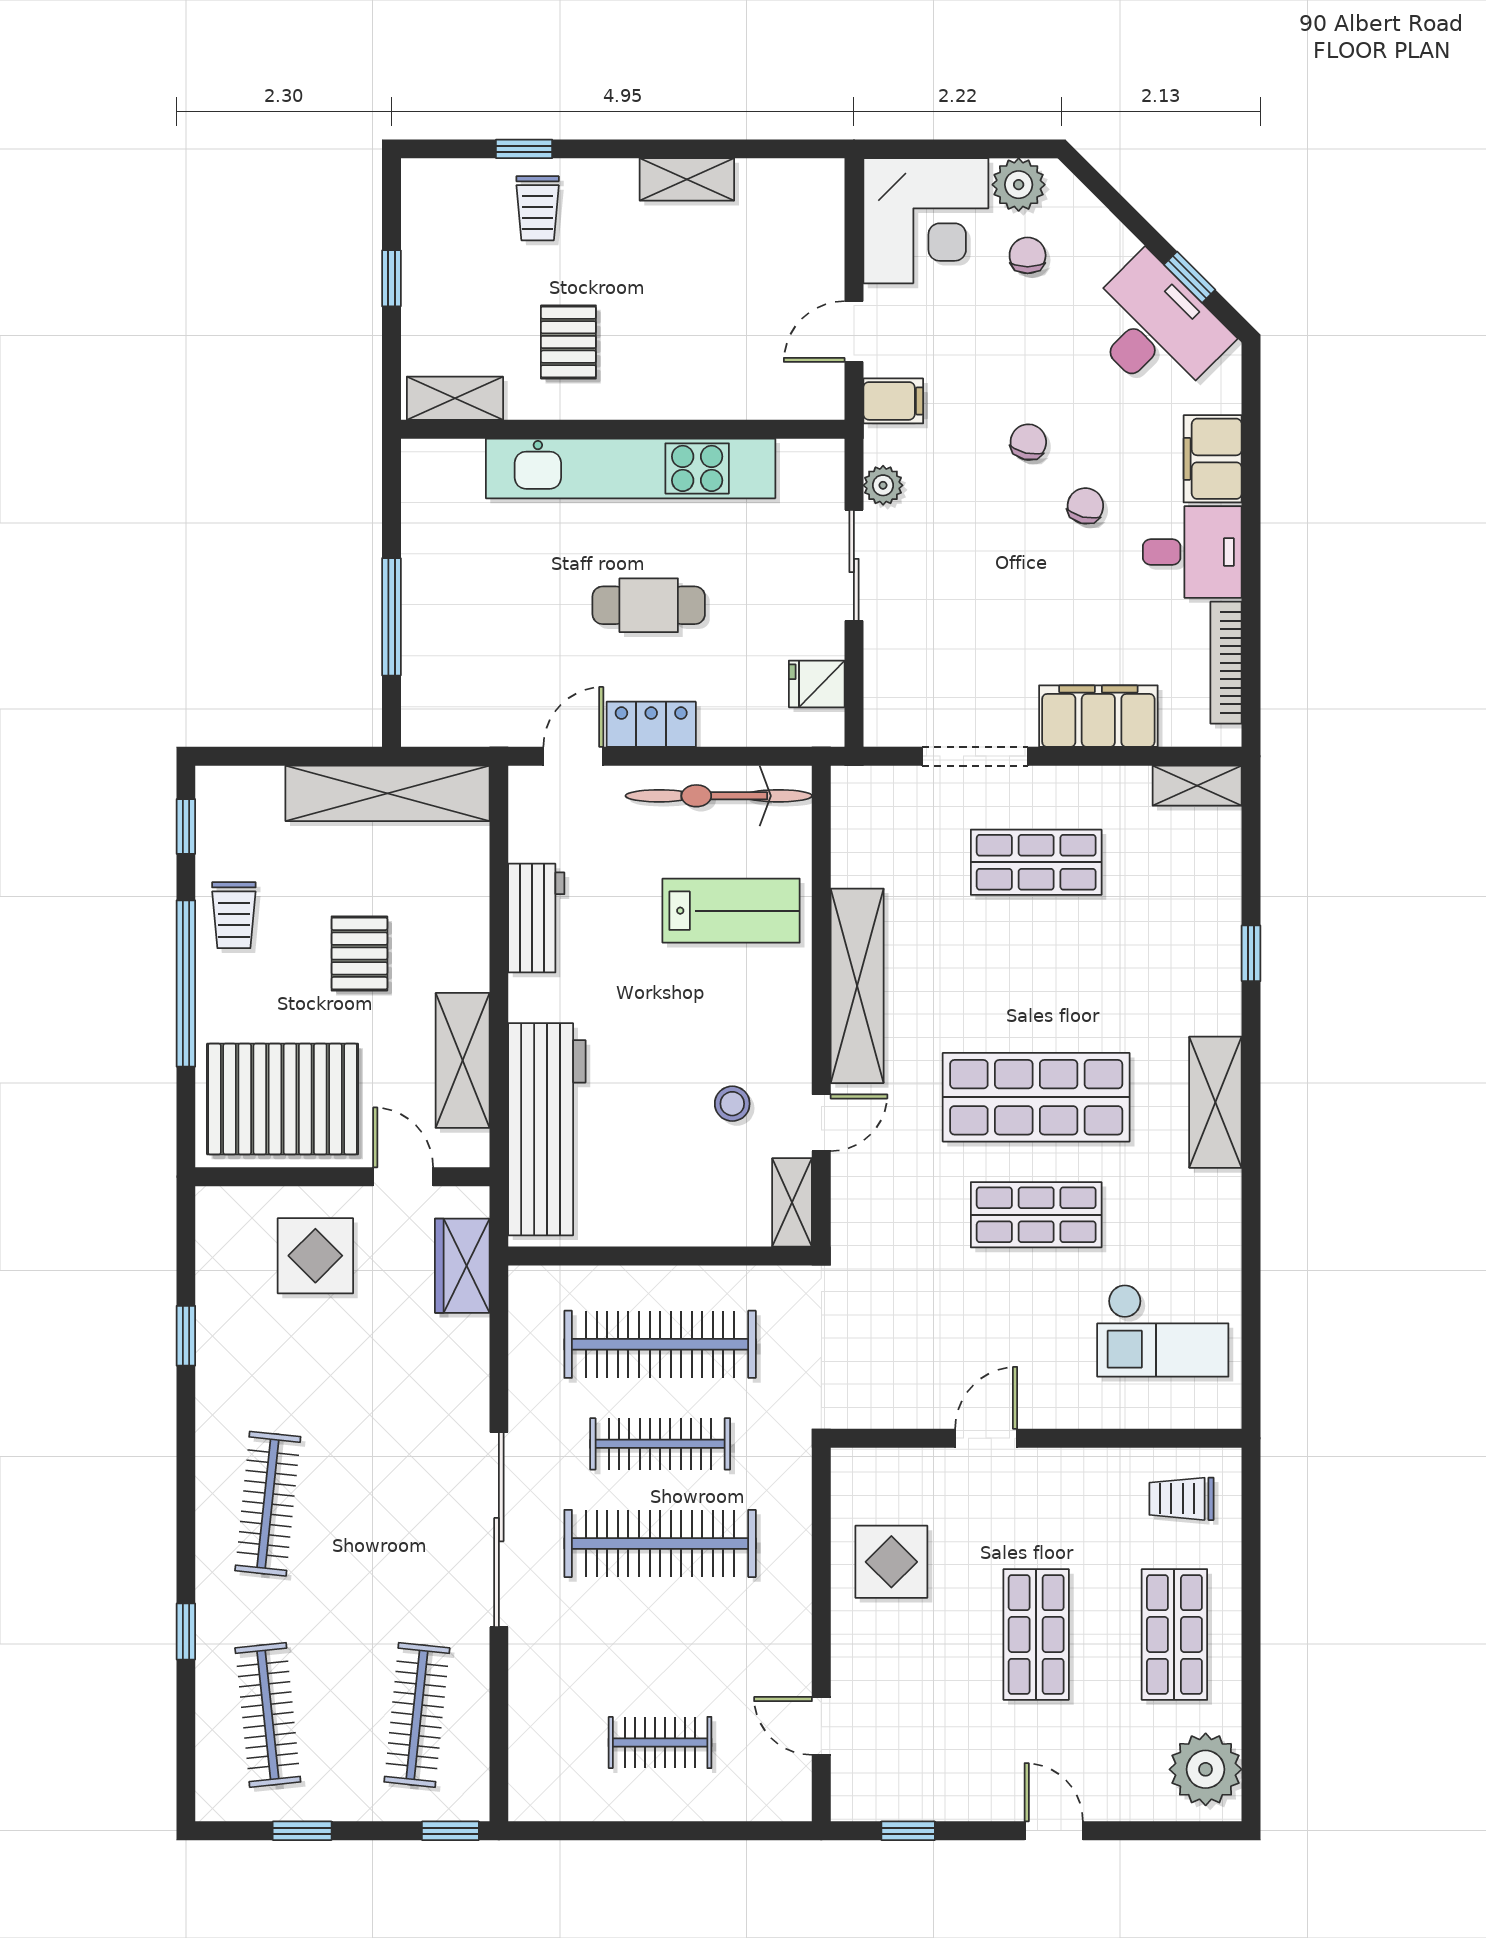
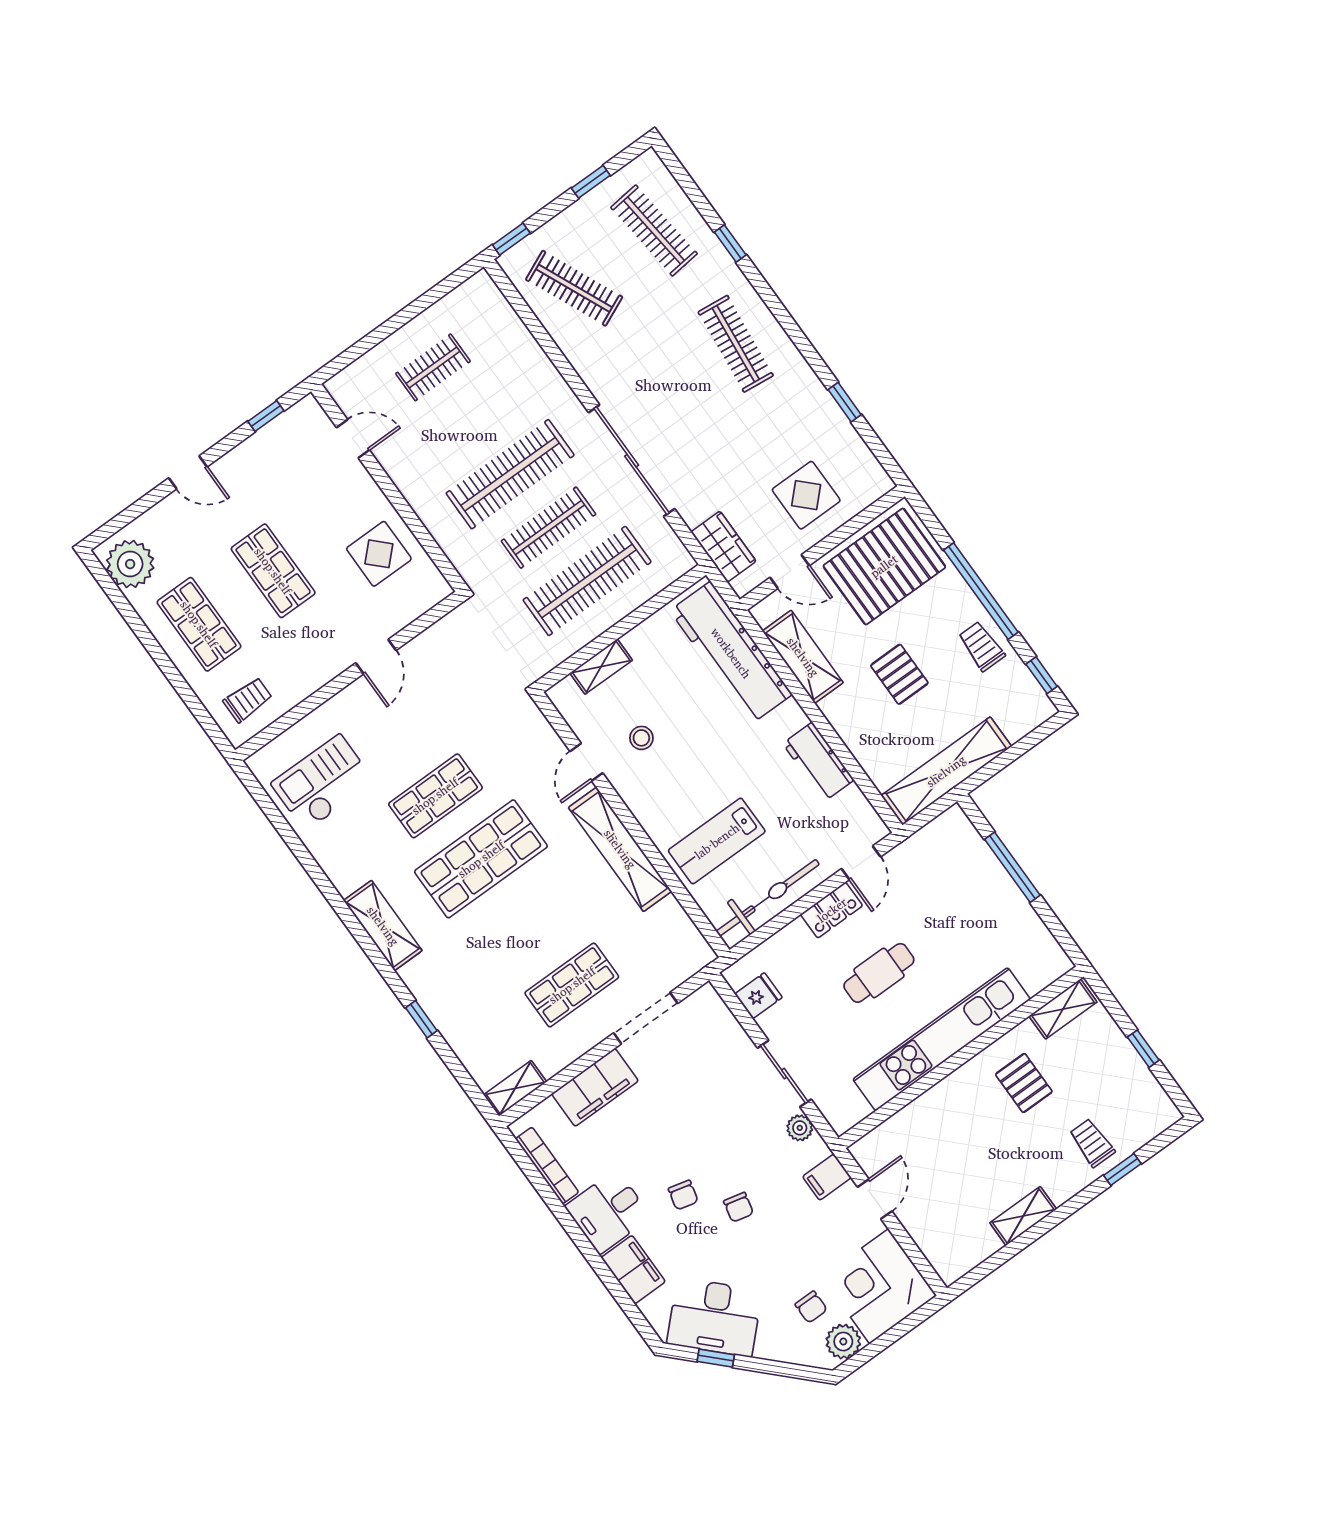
shelving: (792, 1202) -> (601, 667), moved, turned 90
sliding door: (499, 1530) -> (632, 461), moved
clothes rail: (417, 1715) -> (574, 288), turned -30

